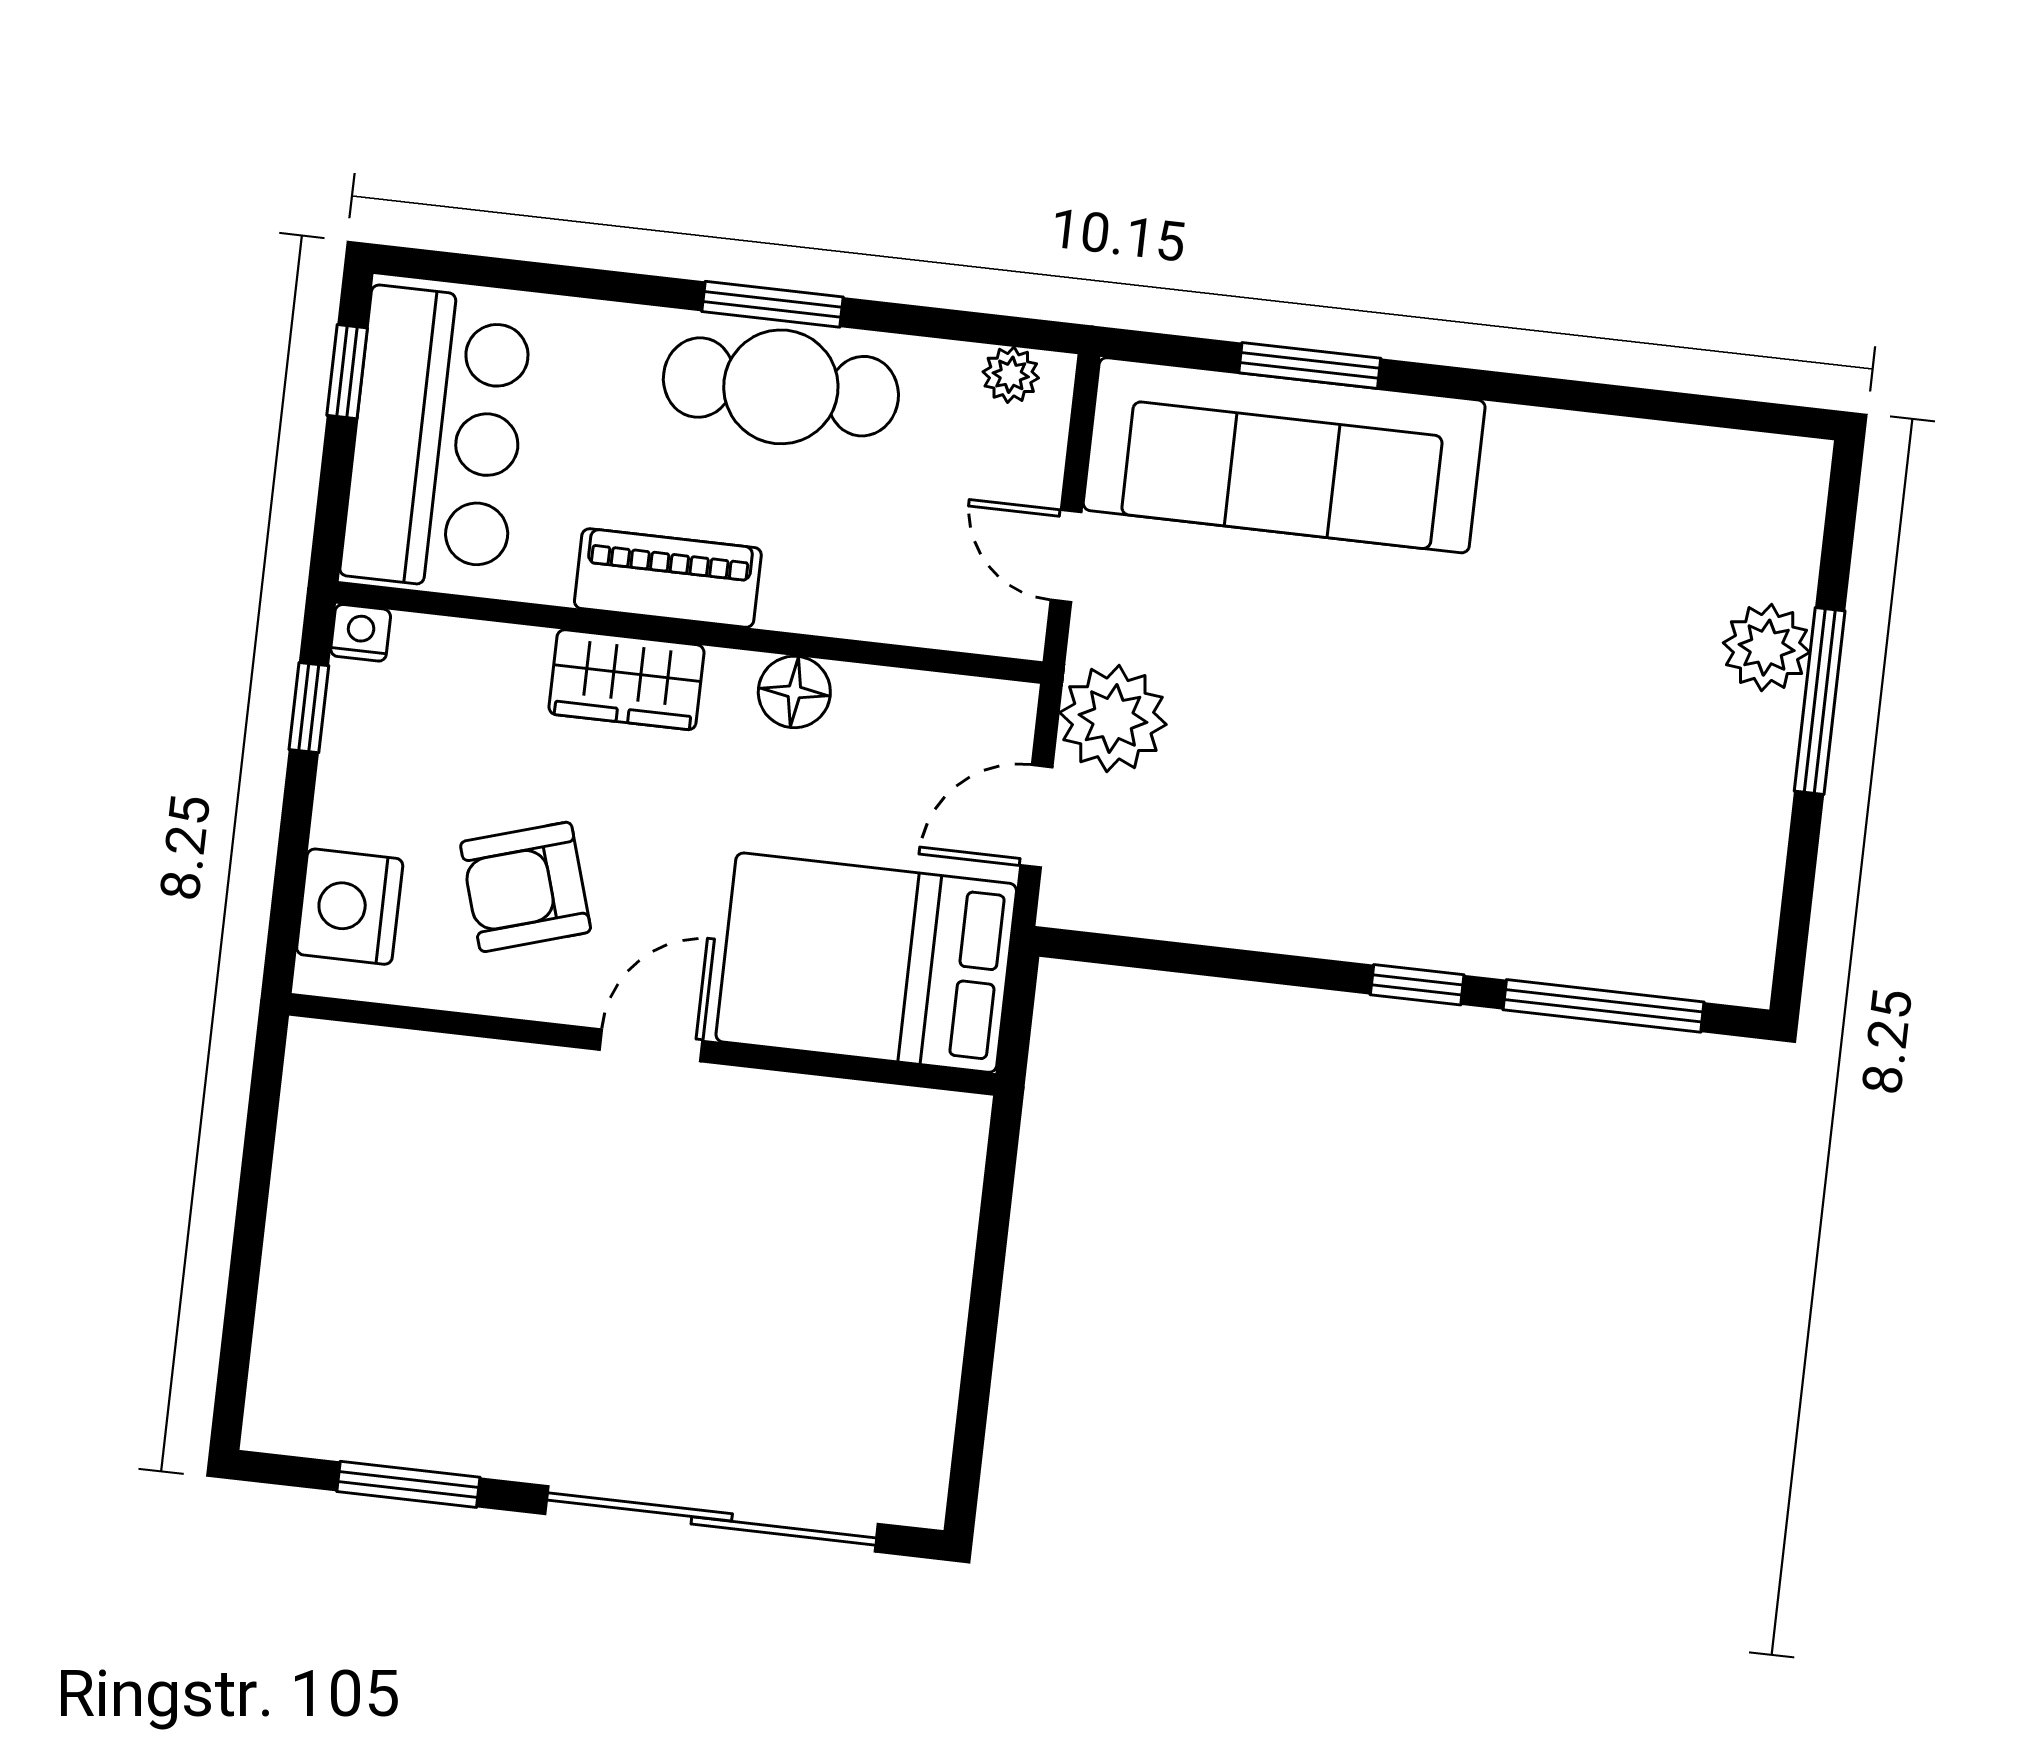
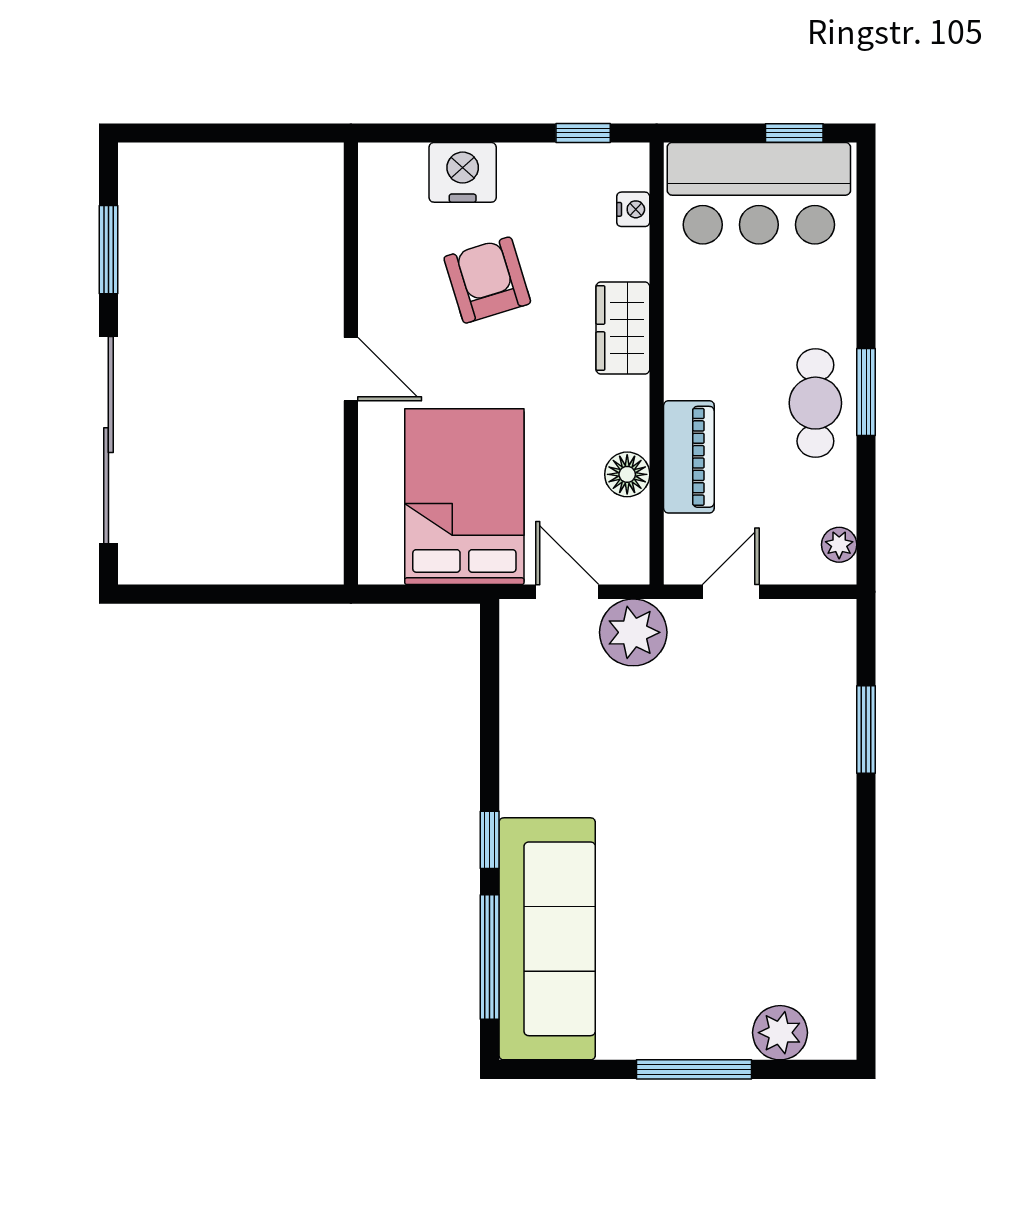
cafe table: (781, 387) -> (815, 403), width x0.73, depth x0.74
sofa: (1284, 455) -> (547, 939), moved, turned 180
piano: (668, 578) -> (689, 457), moved
nightstand: (361, 633) -> (633, 209), moved
plant: (1767, 648) -> (780, 1033), moved
floor lamp: (794, 692) -> (627, 474), moved
wall: (642, 1044) -> (351, 364), moved
door: (651, 1045) -> (351, 369), moved

